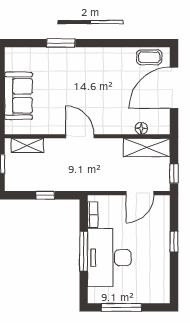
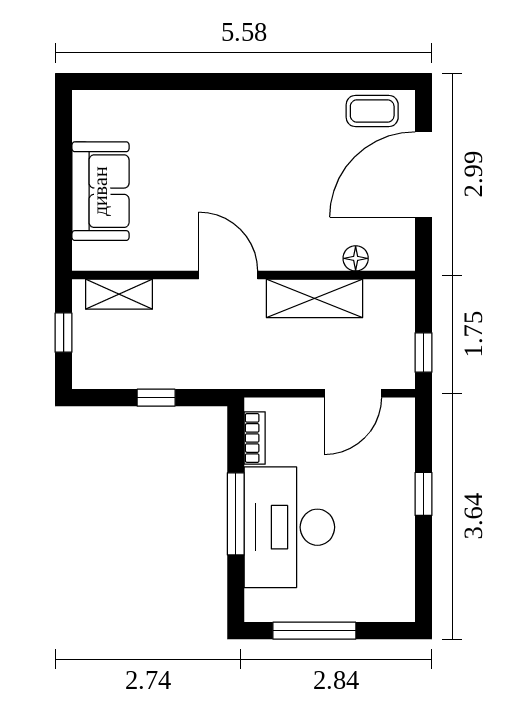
window: (61, 43) -> (189, 82), removed
shelving: (147, 147) -> (314, 298), moved

